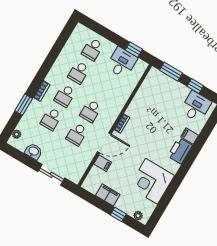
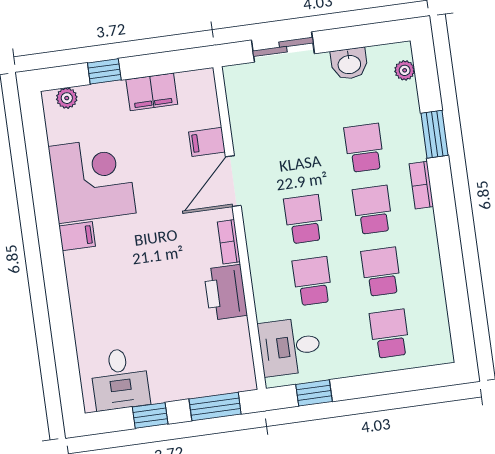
desk: (122, 63) -> (290, 347), moved, turned 90
school desk: (77, 134) -> (312, 281), moved
filing cabinet: (190, 136) -> (77, 236), moved
printer: (180, 151) -> (226, 292), moved, turned 180

